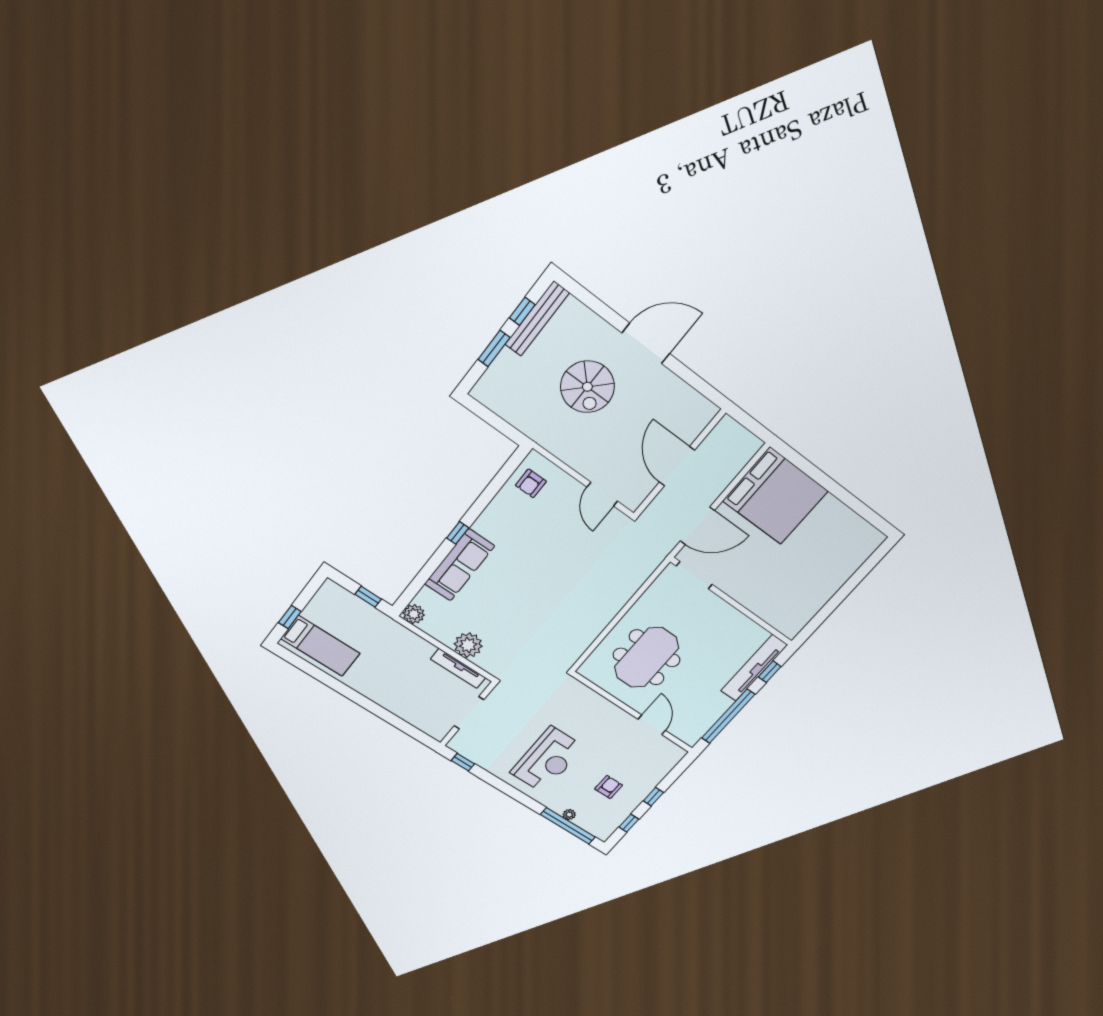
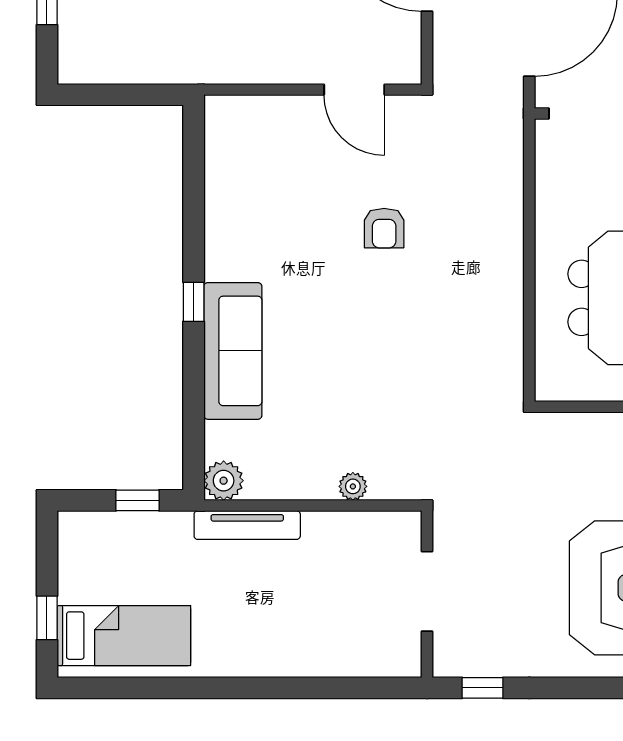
armchair: (531, 483) -> (384, 228), moved
plant: (468, 645) -> (353, 486), width x0.53, depth x0.53
tv unit: (458, 668) -> (247, 525), moved

